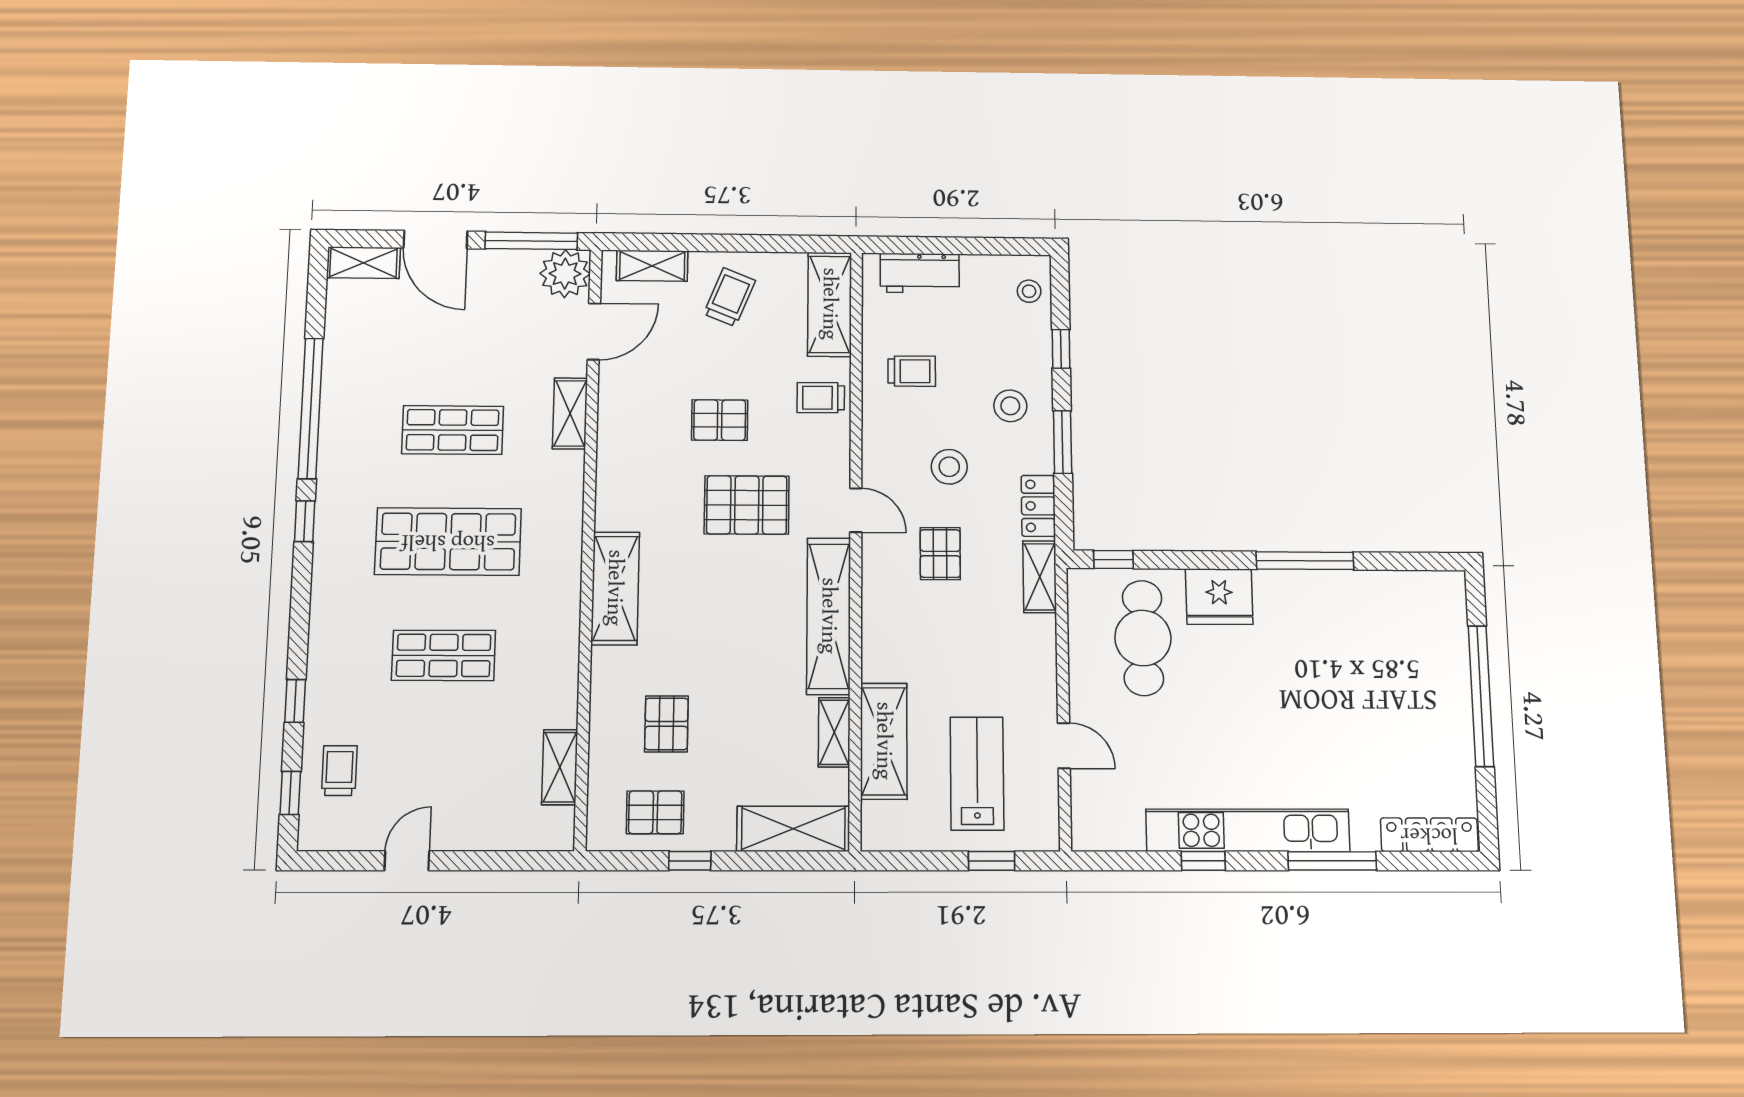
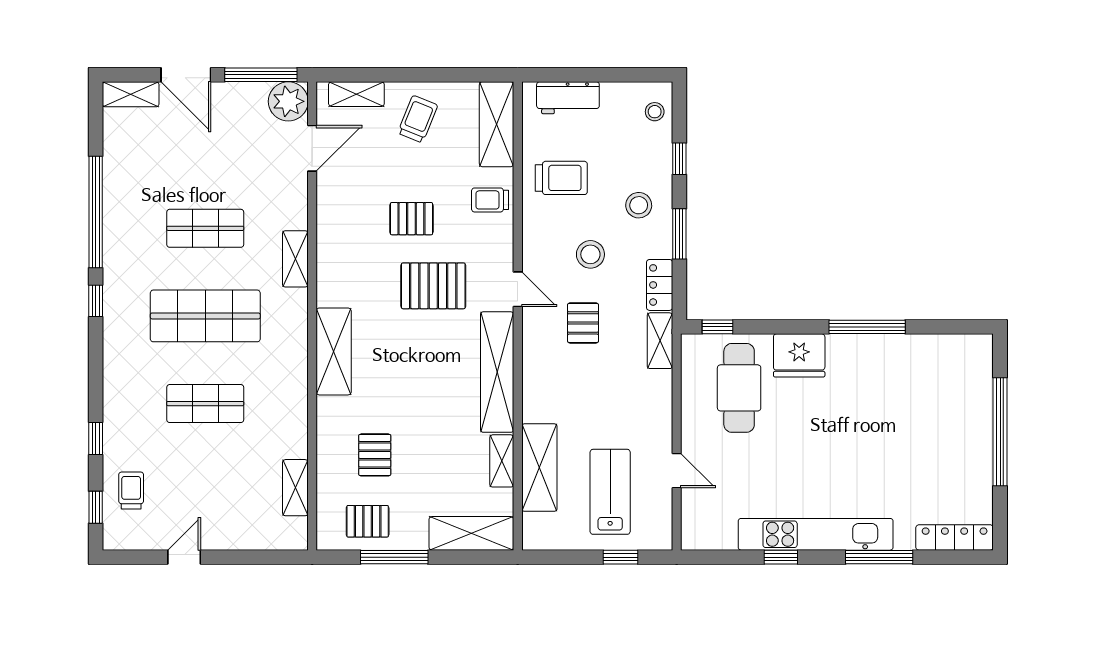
trolley: (912, 371) -> (561, 178), width x1.36, depth x1.39
shelving: (570, 413) -> (295, 259), moved
window: (690, 861) -> (394, 557), width x2.17

